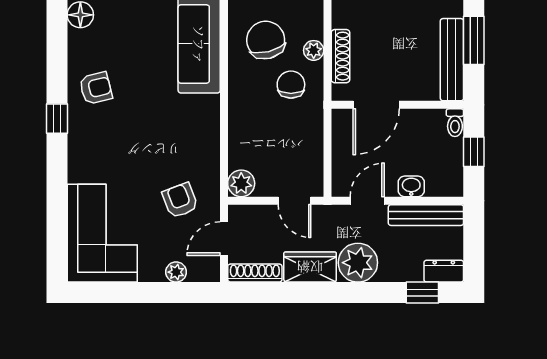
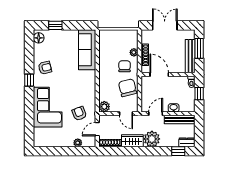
chair: (266, 40) -> (127, 88), moved
door: (376, 105) -> (159, 75), swing flipped
corner sofa: (102, 233) -> (48, 107), moved

